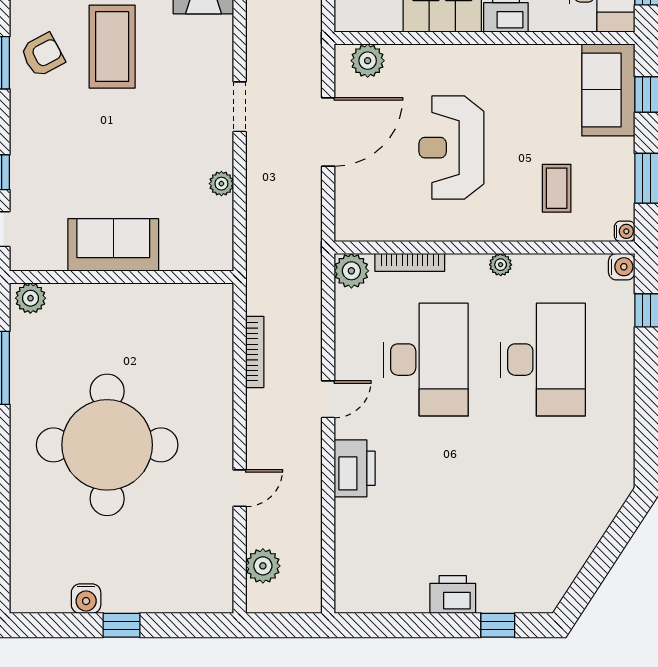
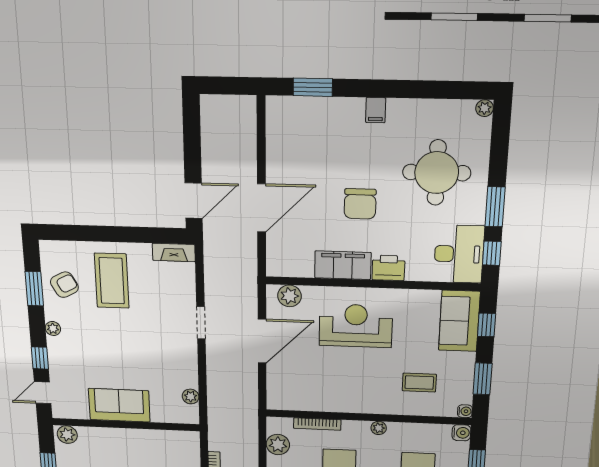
plant: (21, 124) -> (53, 329), added
reception desk: (451, 148) -> (356, 326), moved, turned 90
plant: (221, 184) -> (191, 397), moved
coffee table: (557, 188) -> (419, 383), turned 90
plant: (351, 271) -> (278, 445), moved

